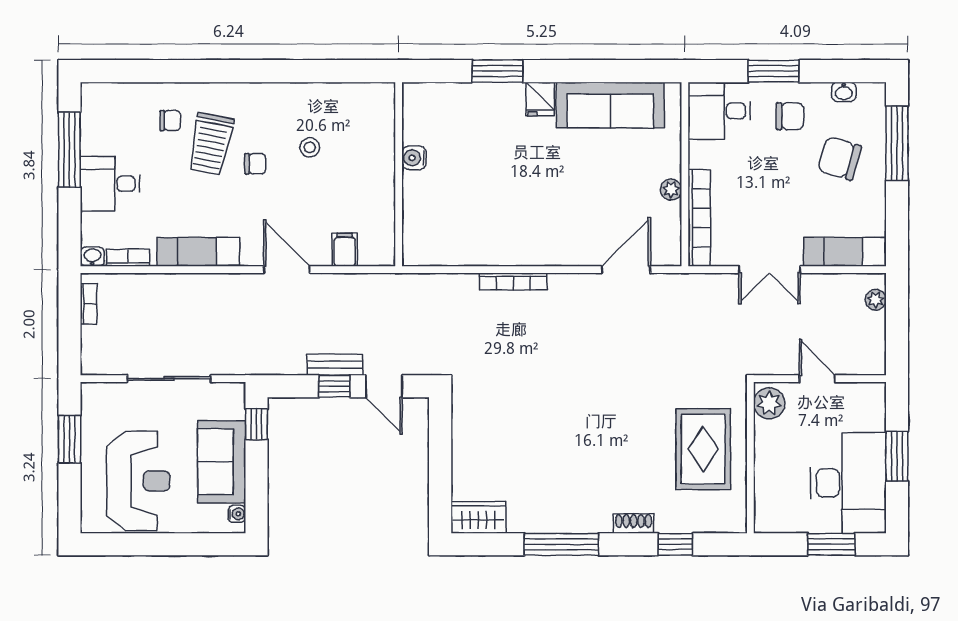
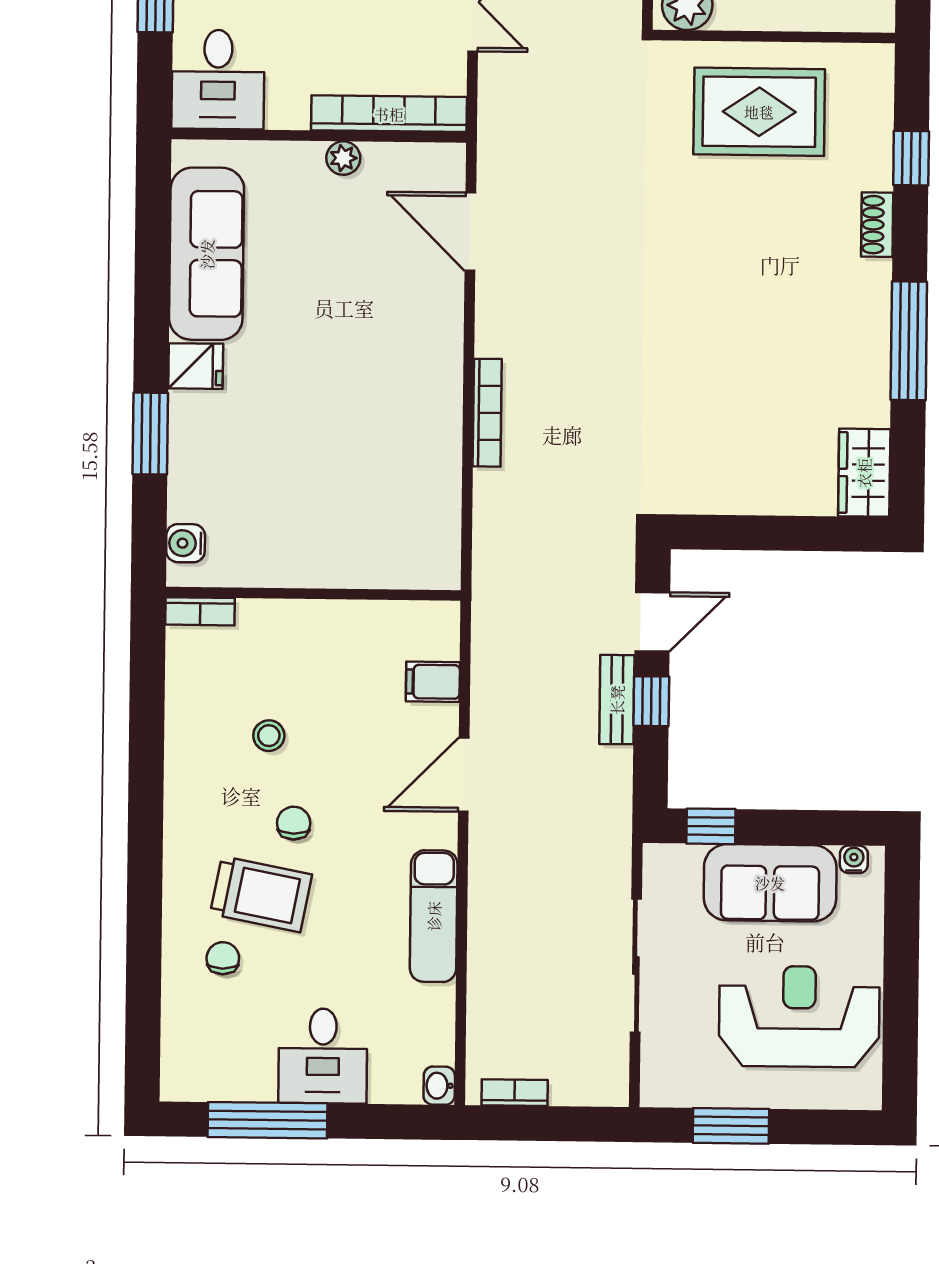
water cooler: (414, 158) -> (186, 543), moved, turned 90
bookcase: (128, 258) -> (200, 611), moved, turned -90

